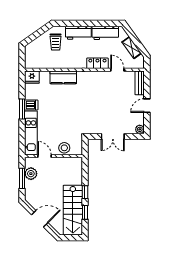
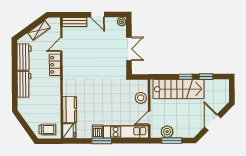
trolley: (56, 42) -> (47, 129), moved
kitchen counter: (63, 77) -> (69, 110), moved
stairs: (73, 210) -> (178, 89), moved

